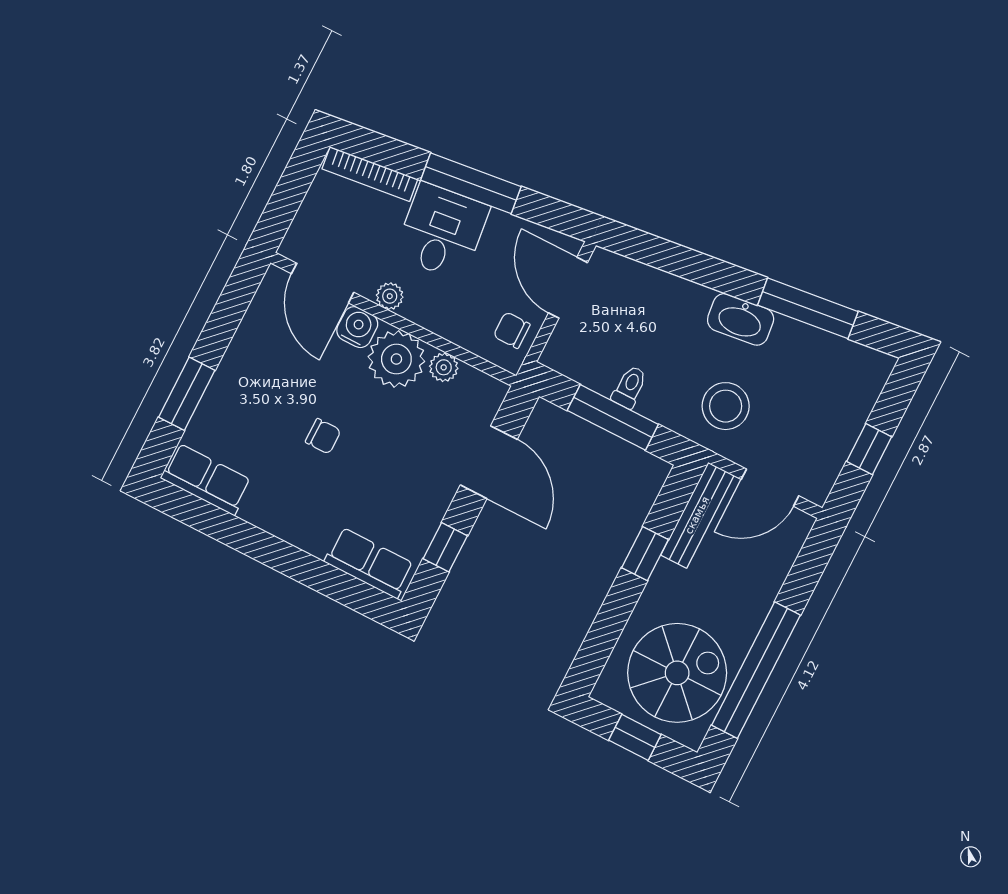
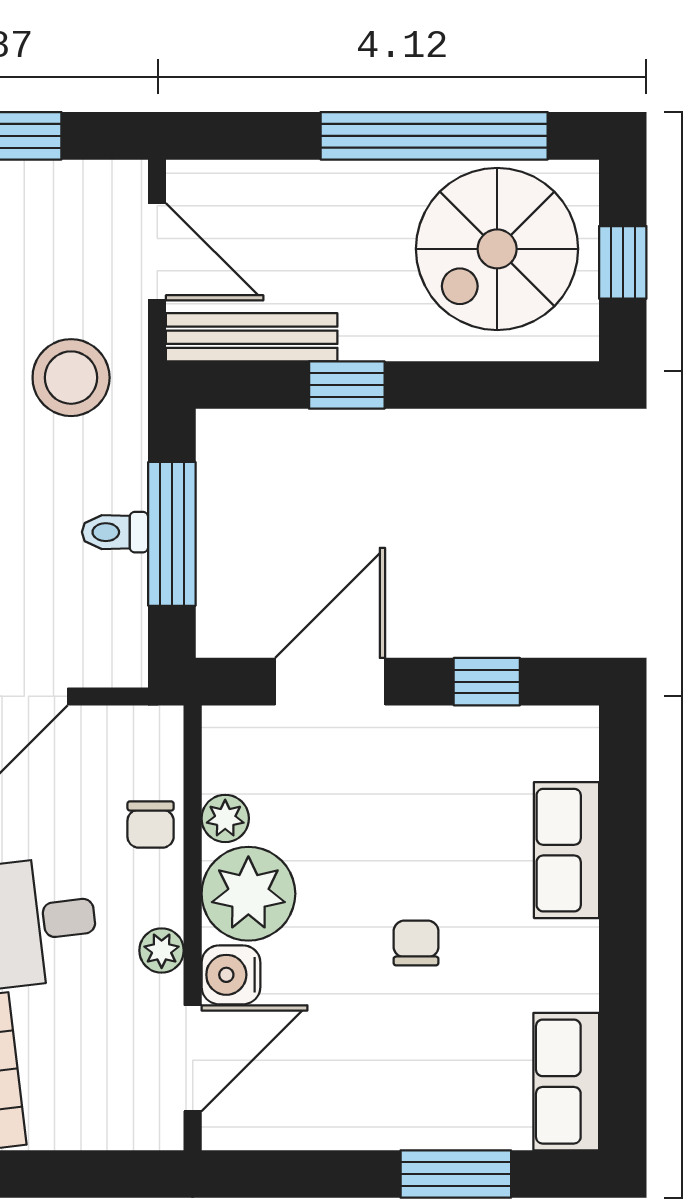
chair: (512, 330) -> (151, 824), moved
row of seats: (369, 563) -> (566, 850), moved
spiral stairs: (677, 673) -> (497, 249), turned -90

